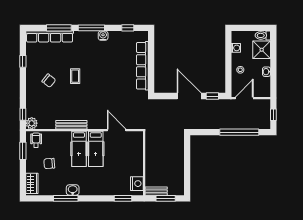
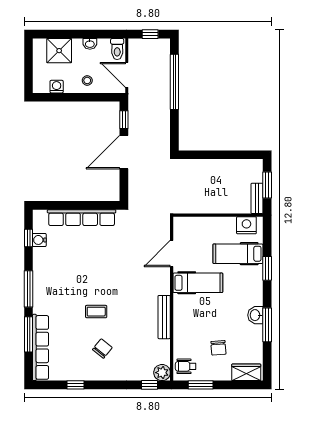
toilet: (263, 35) -> (117, 49), moved
water cooler: (103, 36) -> (39, 240), moved
hospital bed: (79, 149) -> (238, 254), moved, turned 180
window: (123, 198) -> (267, 268), moved

